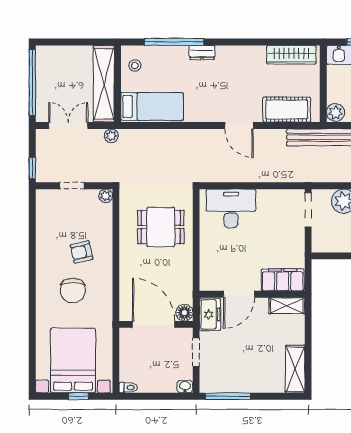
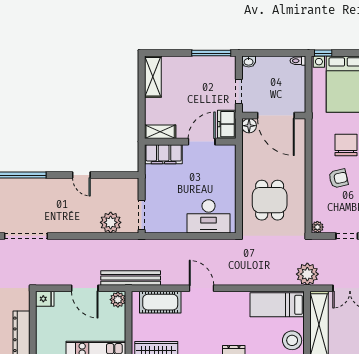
stool: (135, 66) -> (292, 340), width x1.89, depth x1.89
plant: (111, 136) -> (307, 274), width x1.88, depth x1.88
dining table: (161, 227) -> (270, 200), turned 90
window: (79, 396) -> (323, 53), moved

